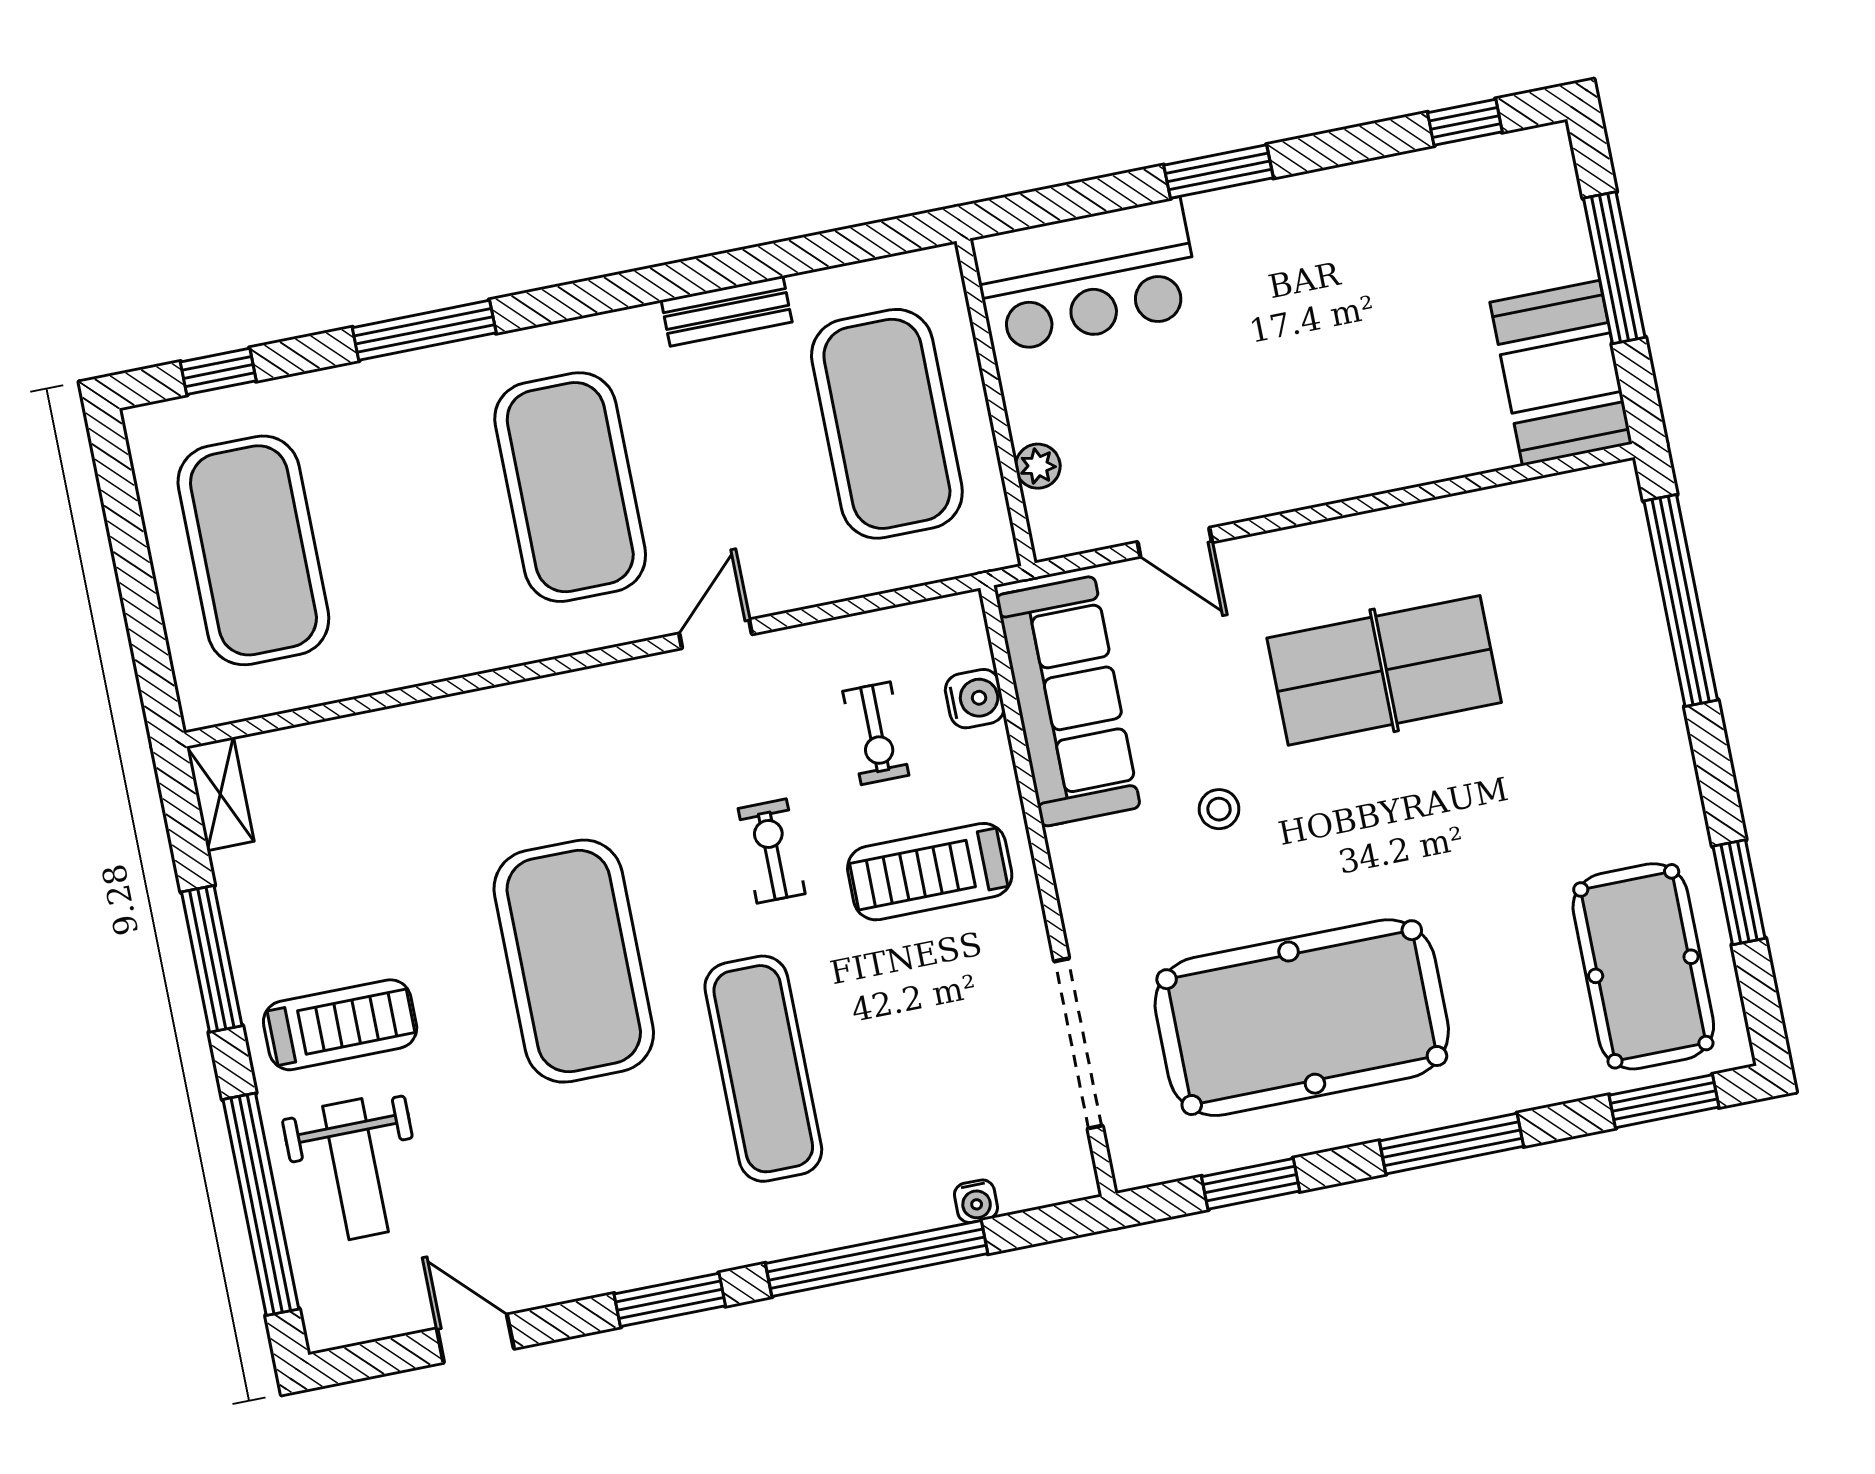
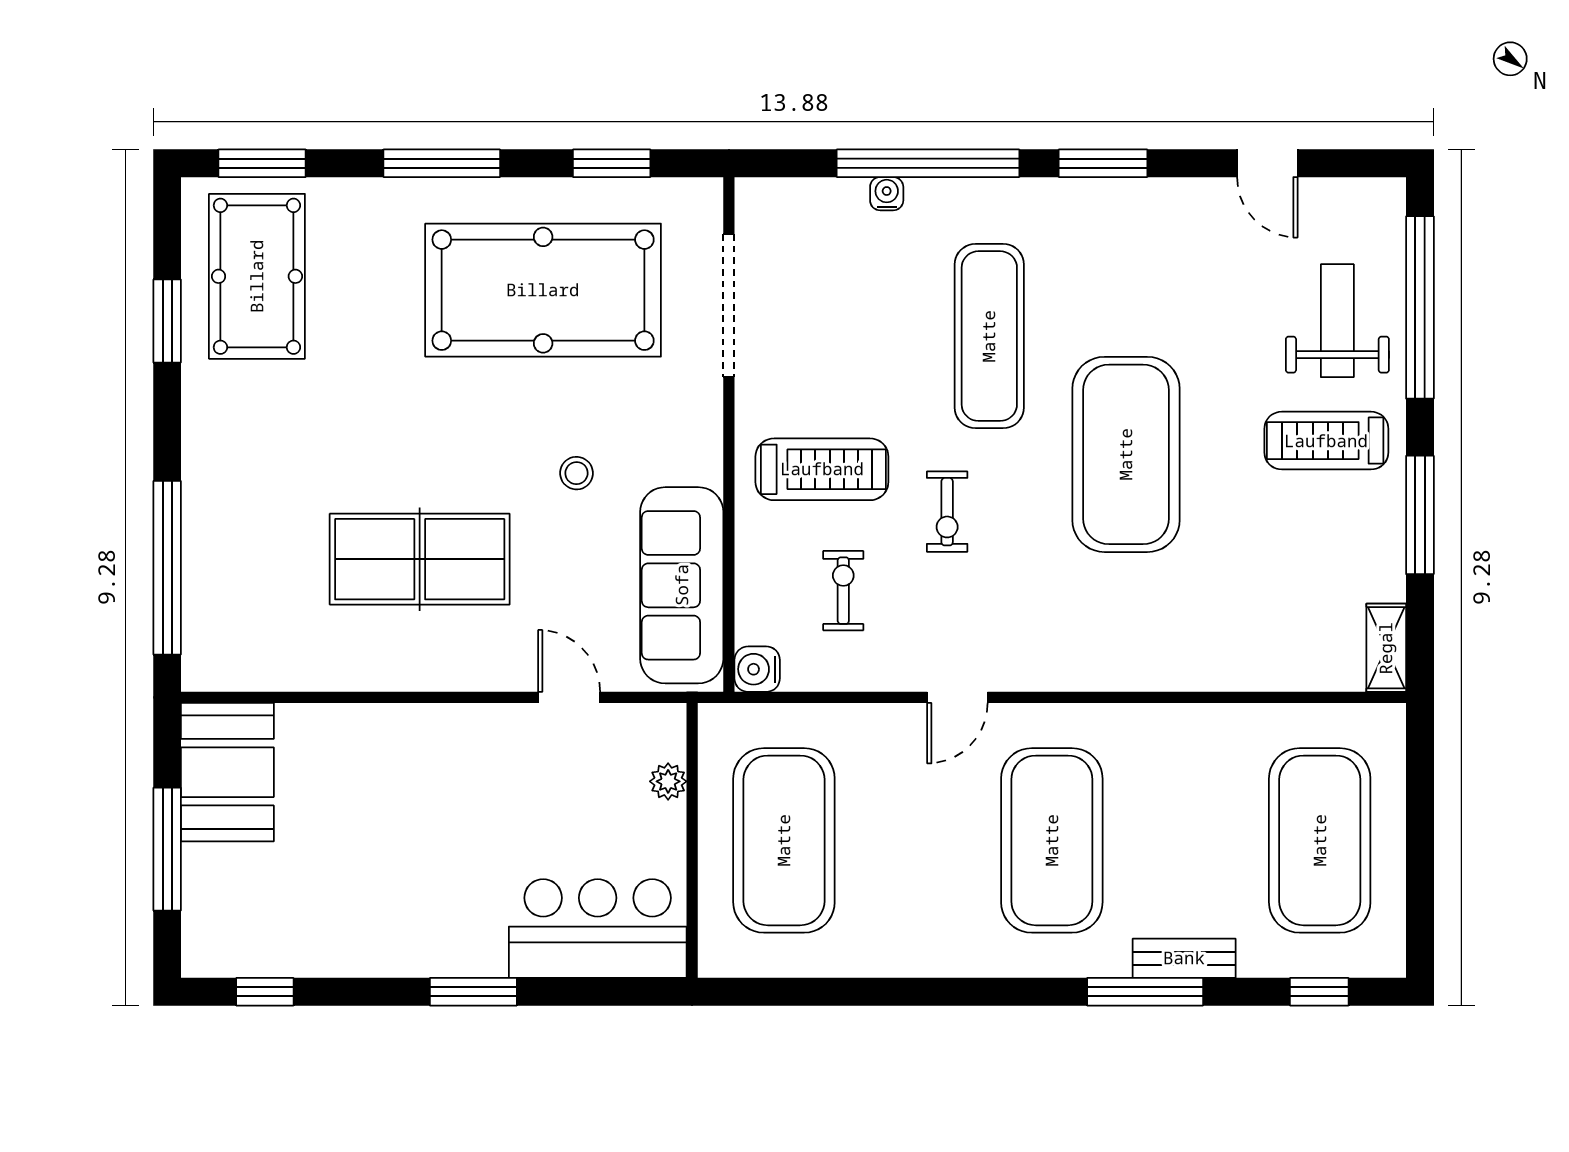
bench: (727, 311) -> (1184, 958), moved
water cooler: (975, 699) -> (757, 669), moved
water cooler: (976, 1201) -> (887, 194), moved

